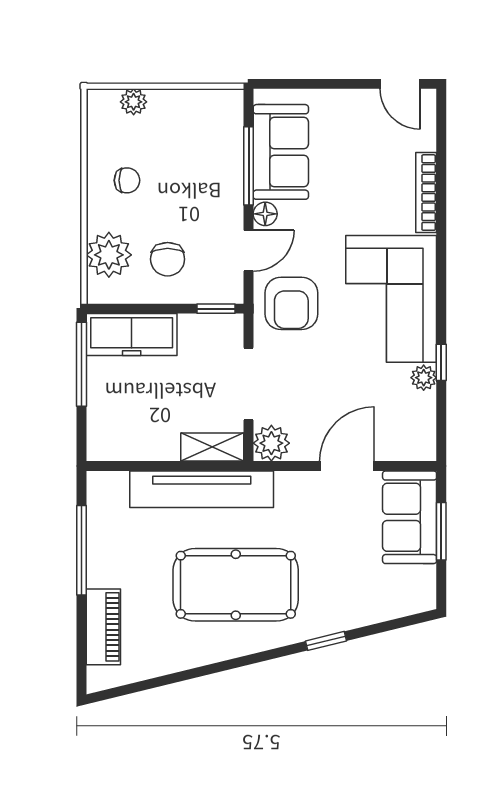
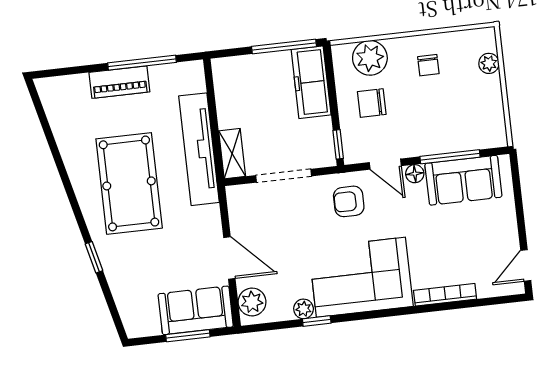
armchair: (291, 303) -> (349, 201), width x0.72, depth x0.72
plant: (271, 443) -> (252, 302), moved
piano: (103, 627) -> (119, 82), moved

